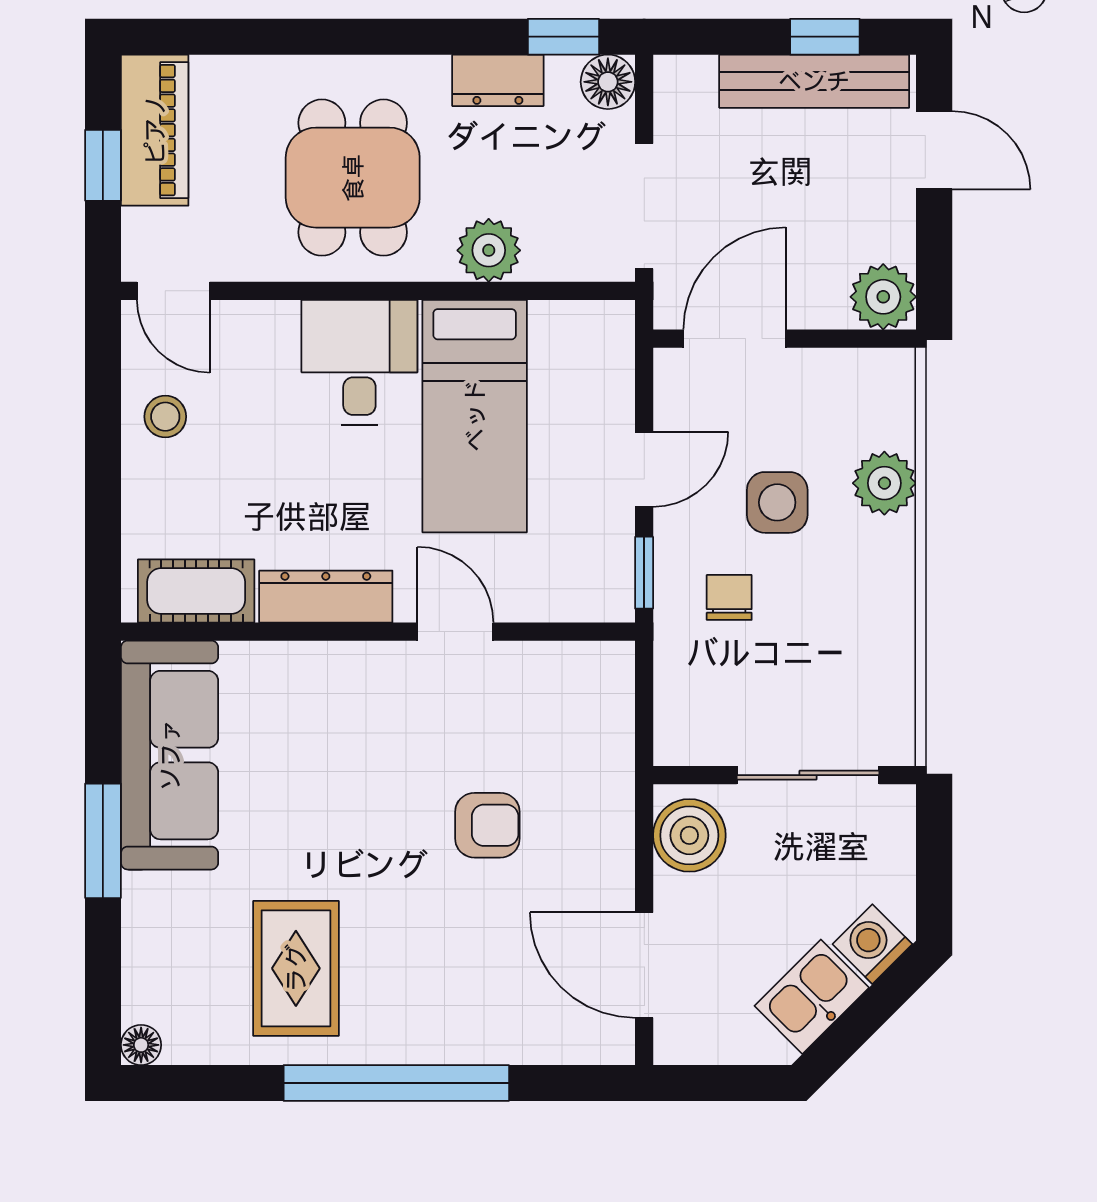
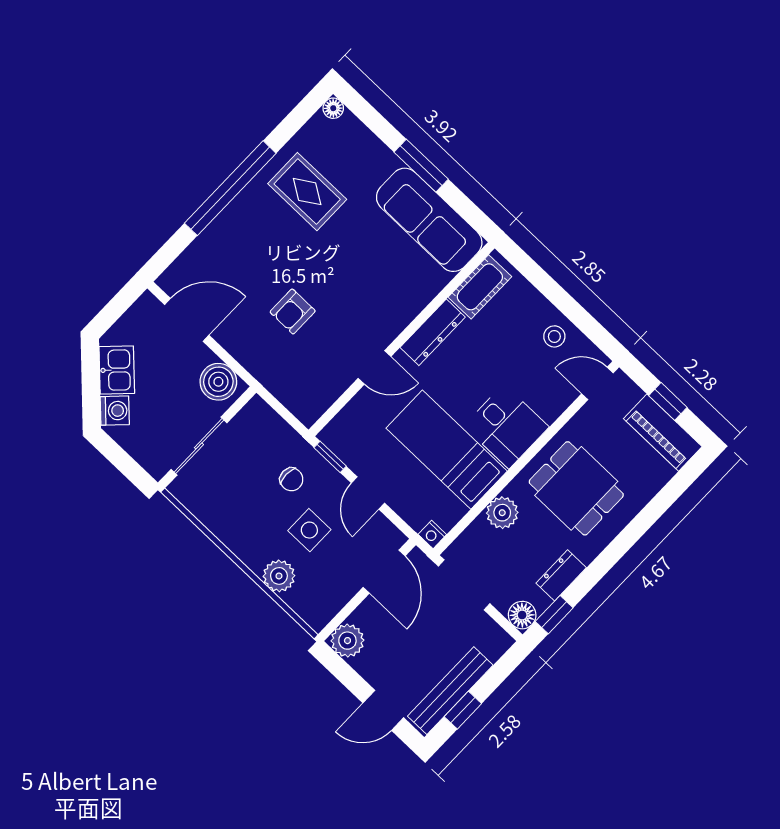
nightstand: (616, 320) -> (432, 535), added

